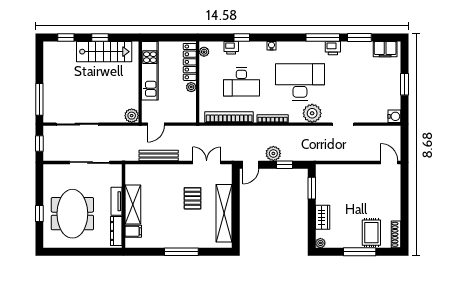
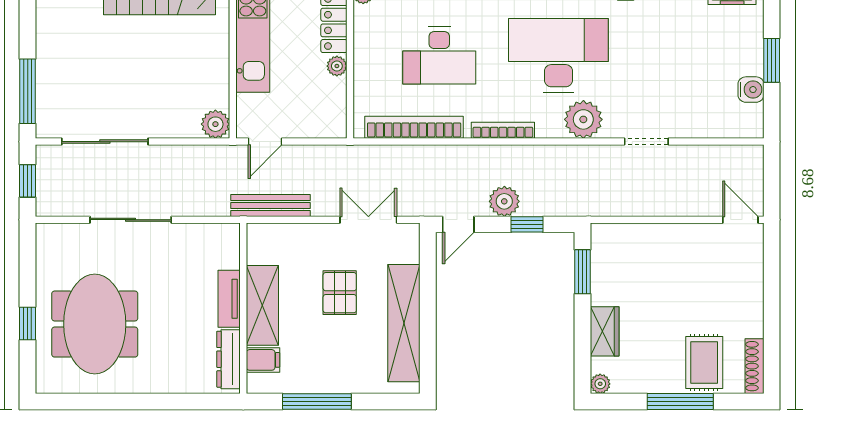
water cooler: (394, 116) -> (751, 90), moved
tv unit: (117, 201) -> (229, 299), moved
shelving: (133, 205) -> (262, 305), moved
wall: (124, 206) -> (243, 308), moved
dresser: (116, 231) -> (229, 359), moved
filing cabinet: (133, 231) -> (263, 360), moved

